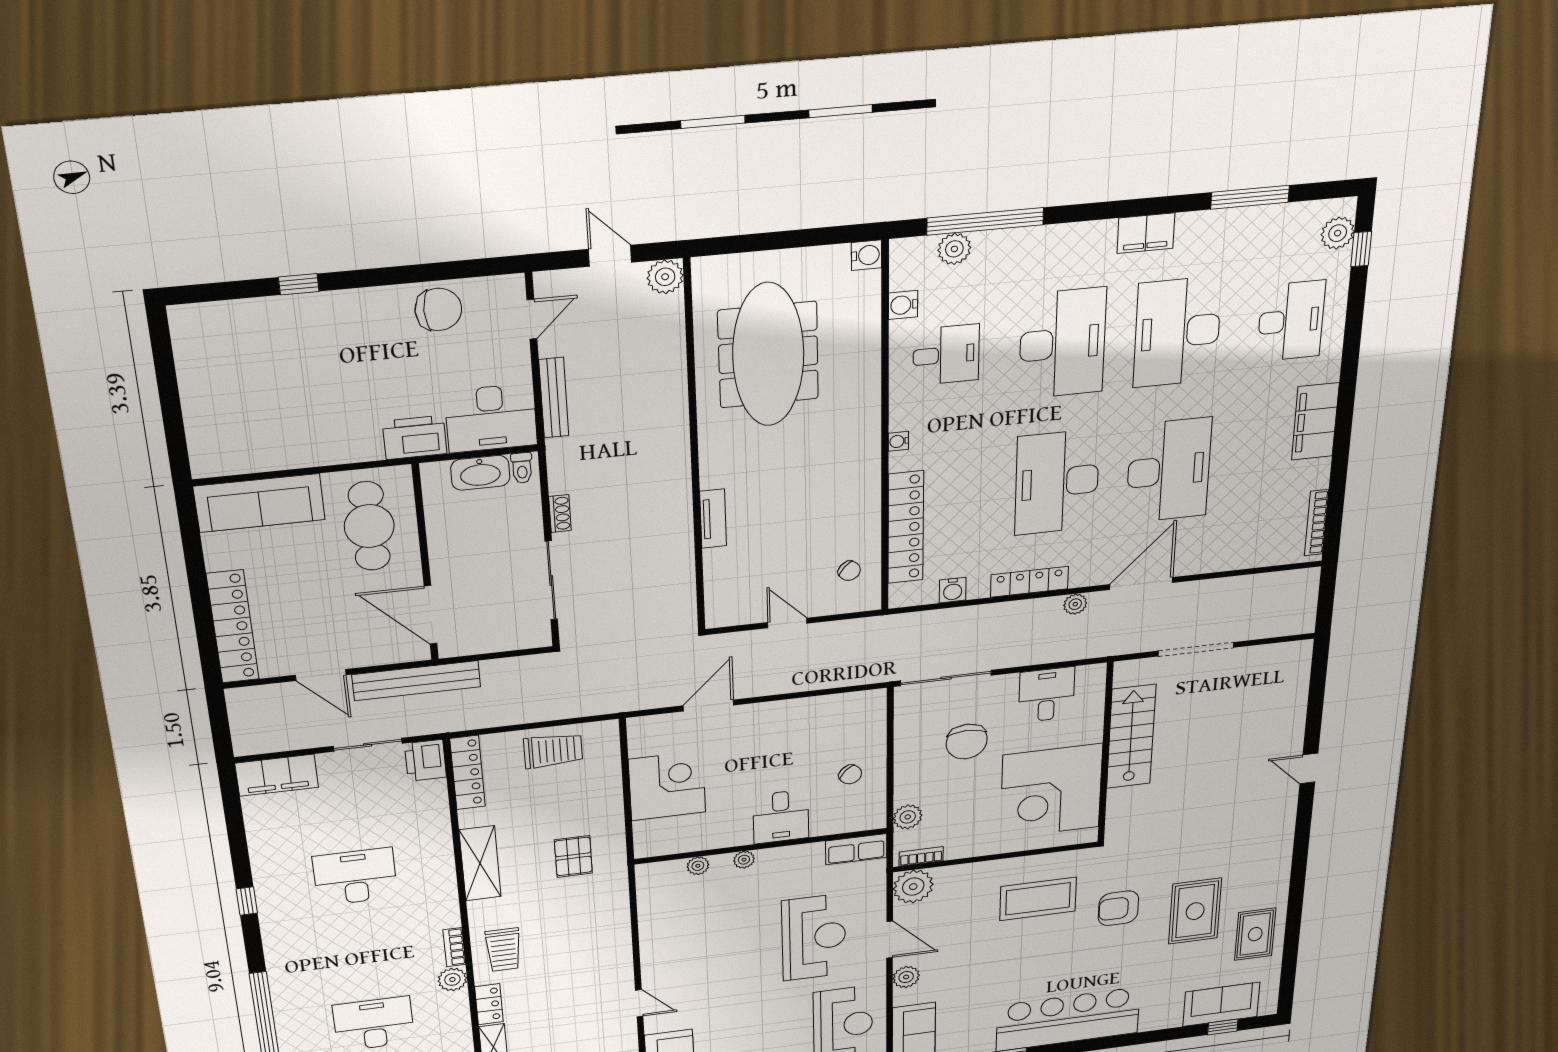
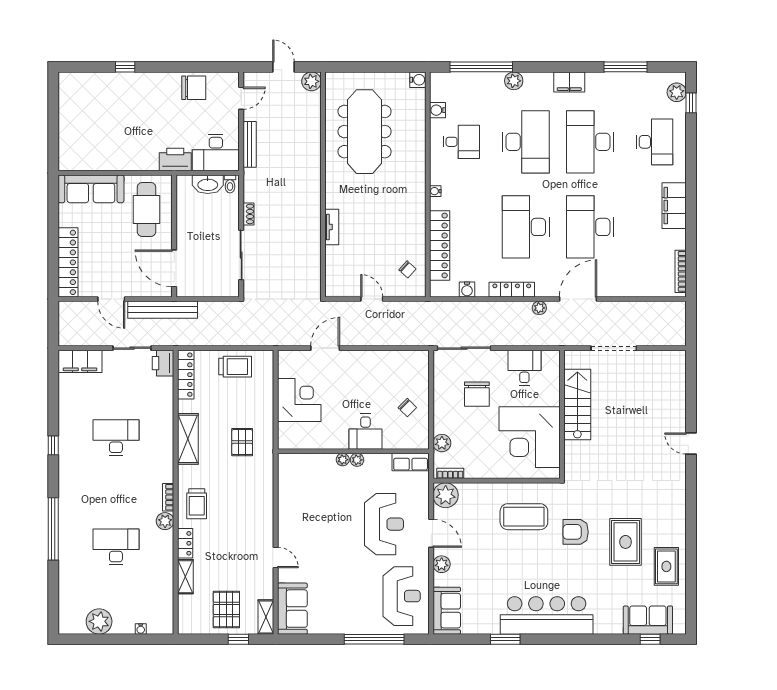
plant: (954, 249) -> (514, 81), moved
desk: (1169, 470) -> (590, 227), turned 180
plant: (698, 866) -> (357, 460), moved

